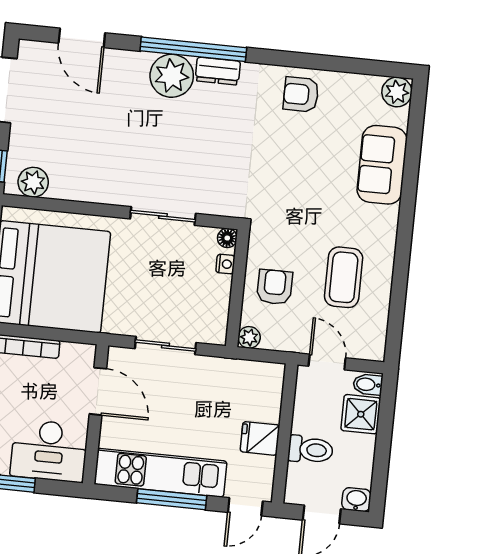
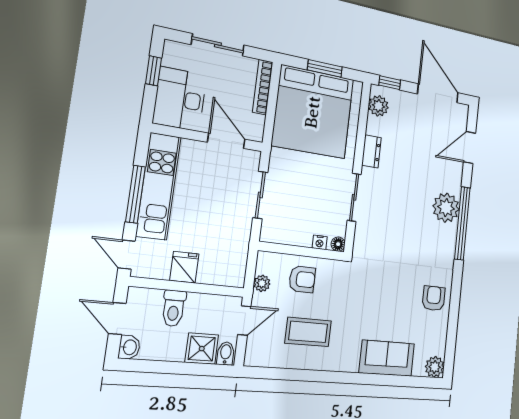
dresser: (218, 71) -> (371, 151), moved, turned 180
plant: (249, 337) -> (262, 283), moved
door: (98, 391) -> (226, 141), swing flipped

